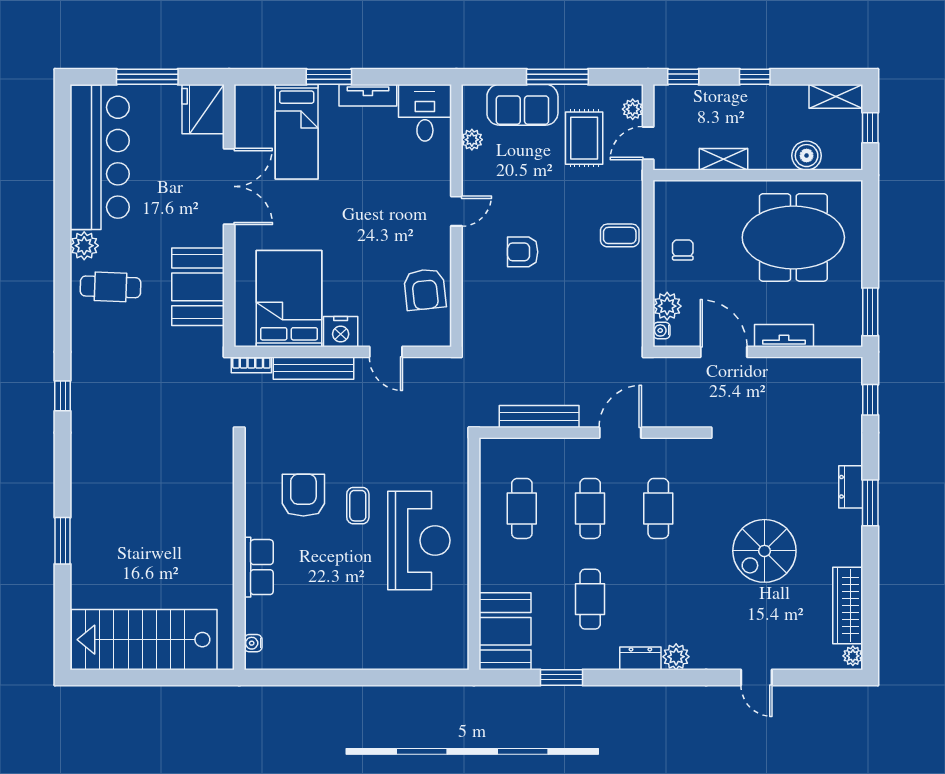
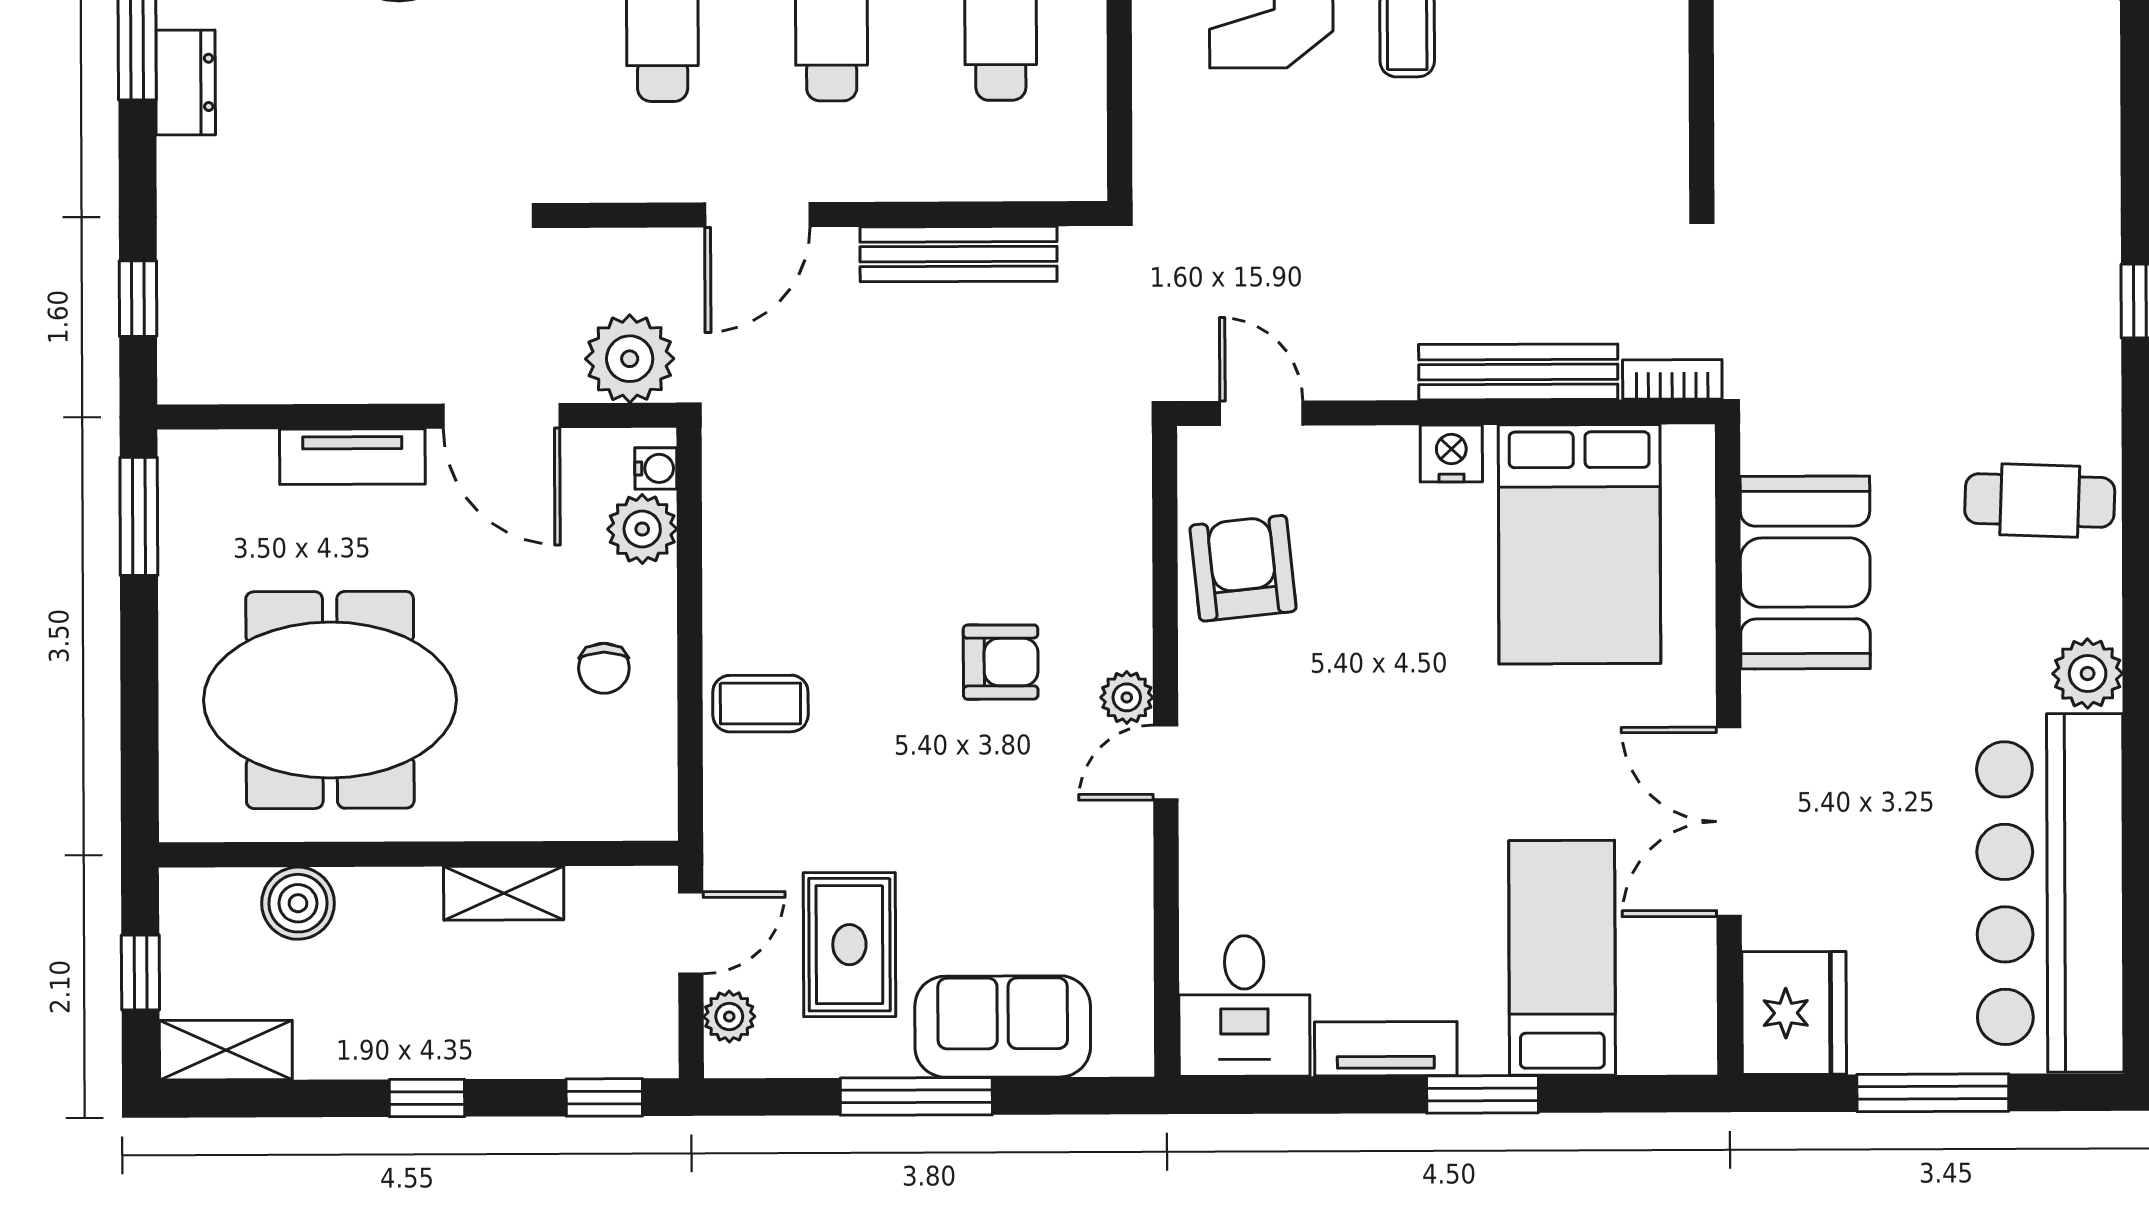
plant: (472, 140) -> (1127, 697), moved
cafe table: (111, 287) -> (2040, 501), moved
nightstand: (341, 332) -> (1451, 454), width x0.74, depth x0.75
door: (386, 352) -> (1261, 413), moved
plant: (672, 375) -> (630, 359), added
armchair: (303, 495) -> (1542, 57), removed

